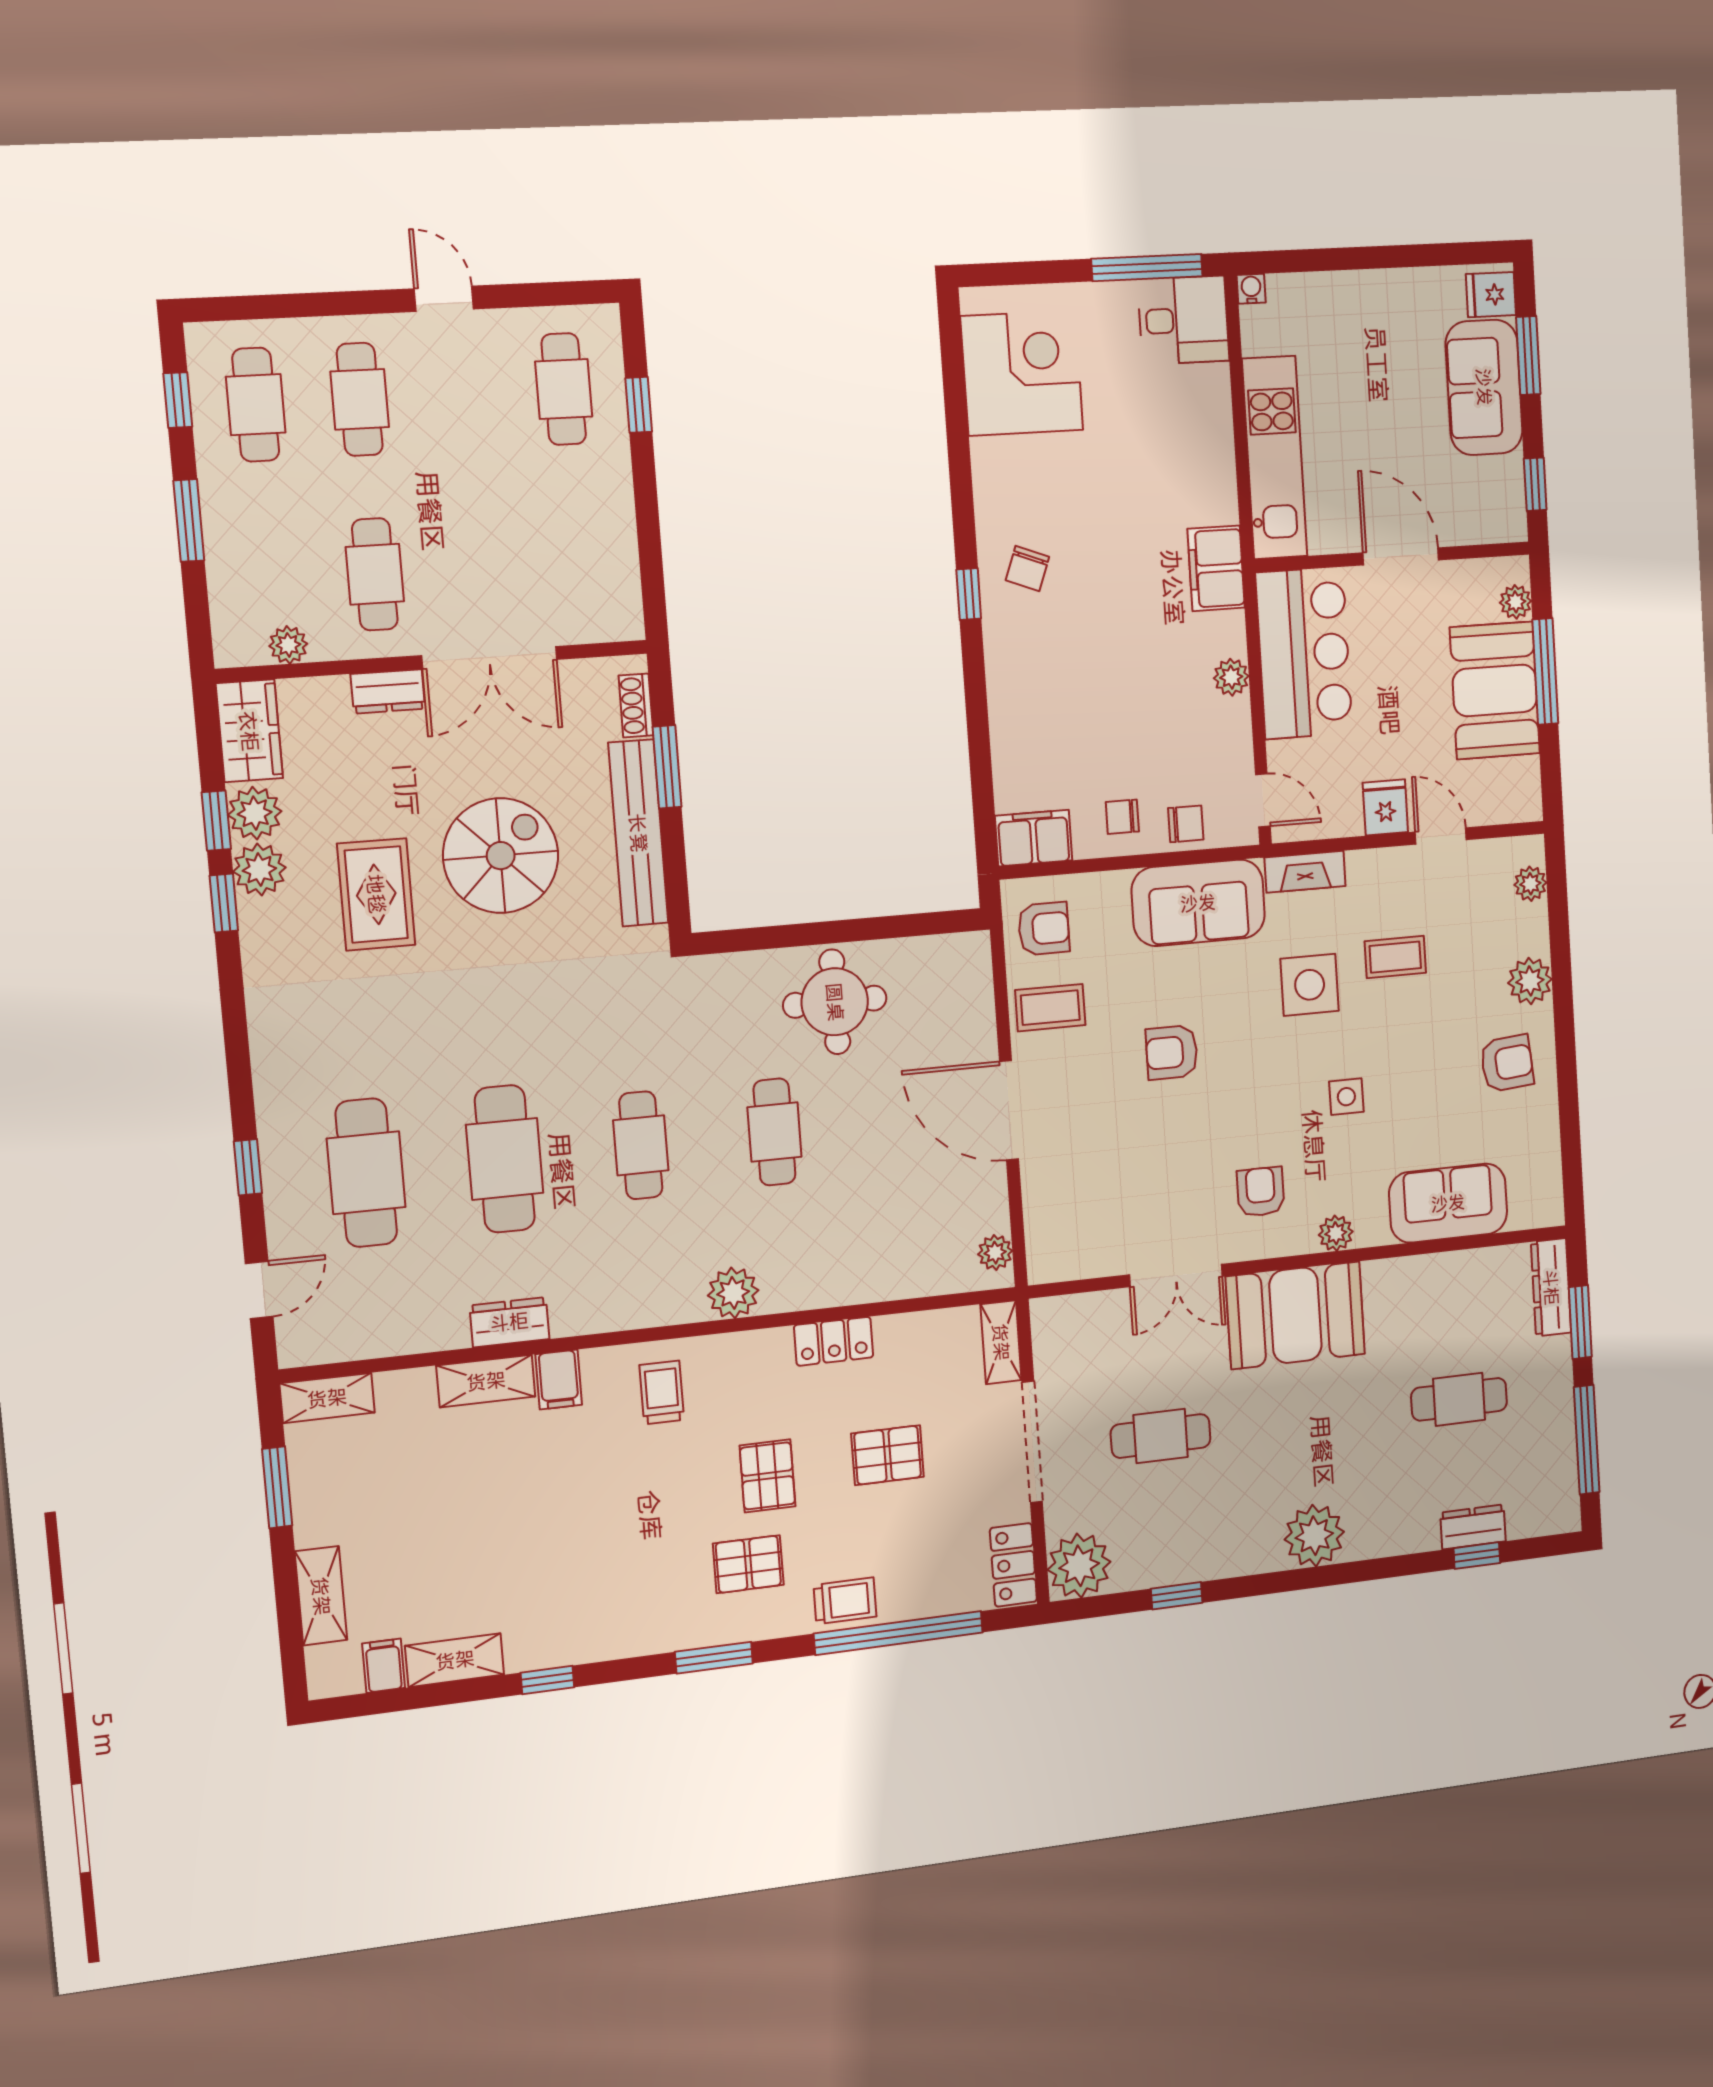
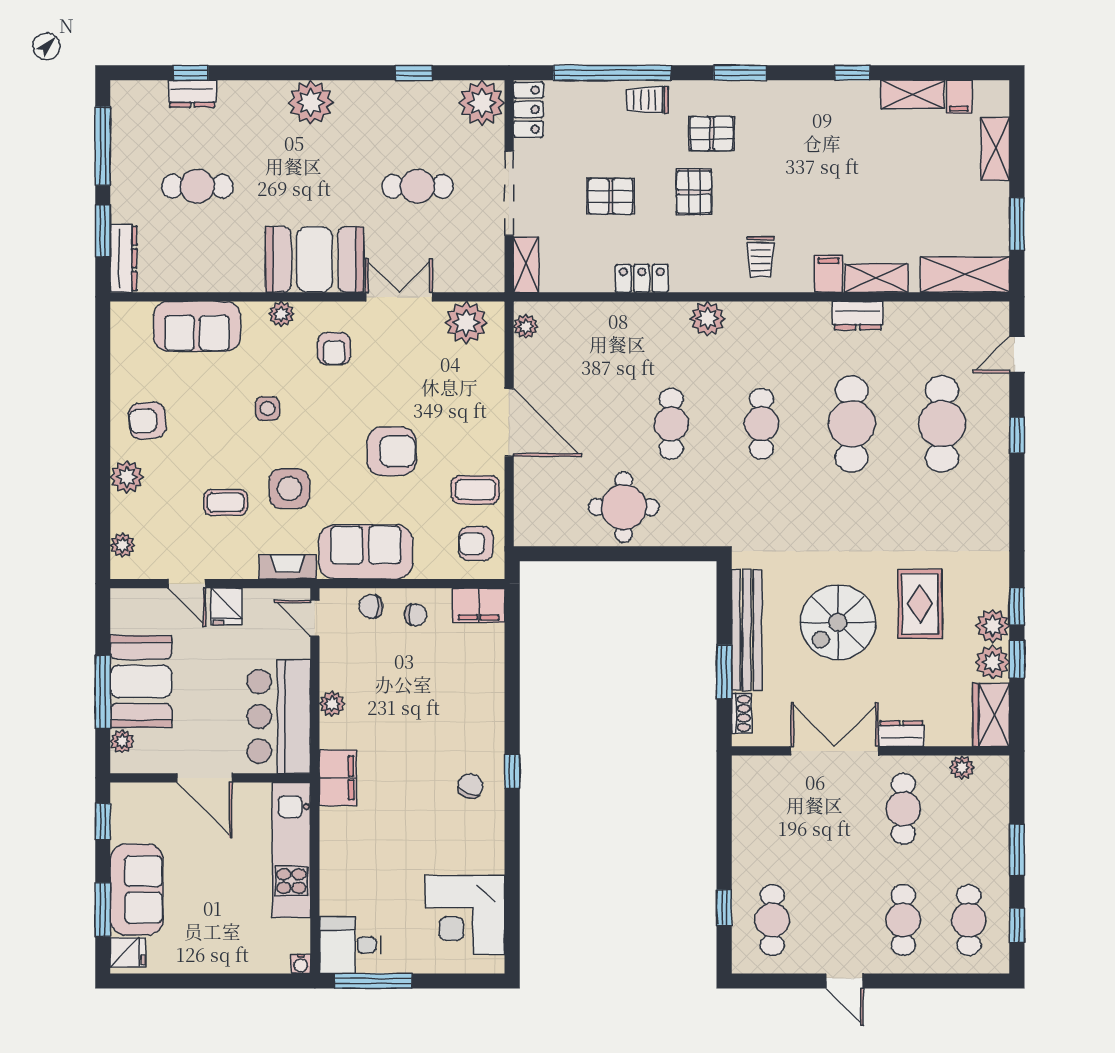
armchair: (1172, 1052) -> (392, 451), width x1.38, depth x1.38
plant: (1080, 1249) -> (466, 322), added
shelving: (327, 1398) -> (965, 275), width x1.50, depth x1.33

